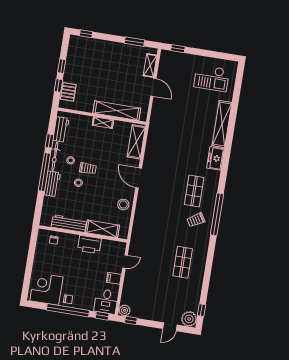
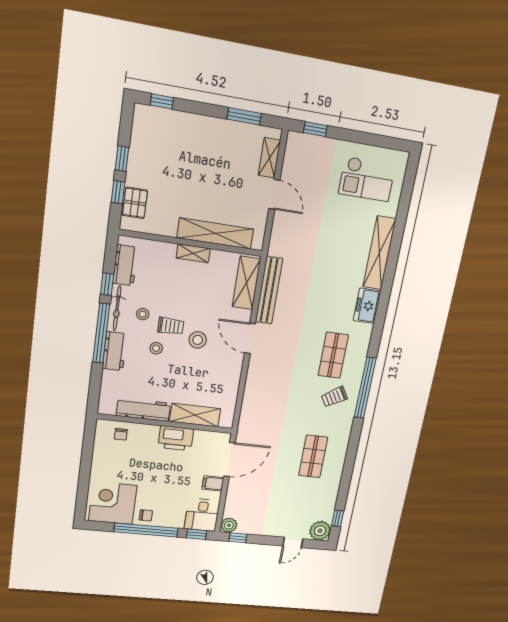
bench: (151, 147) -> (269, 290), added
stool: (123, 204) -> (198, 340), moved
door: (125, 262) -> (229, 460), width x1.87

